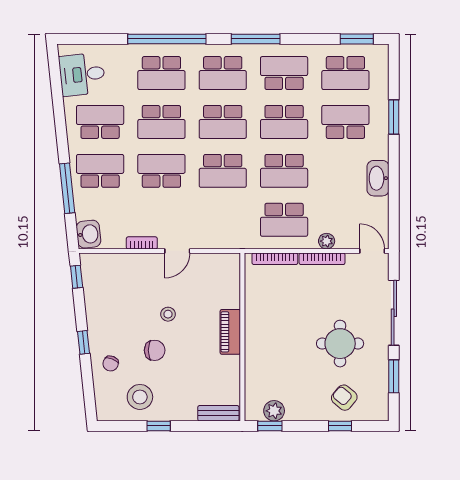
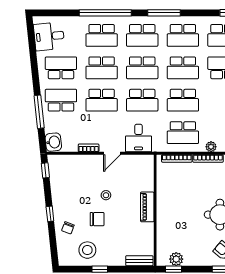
school desk: (284, 73) -> (183, 35), turned 180
school desk: (161, 171) -> (102, 100), turned 180
desk: (217, 228) -> (139, 138), added

